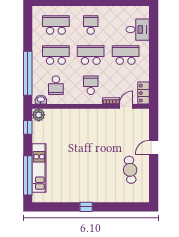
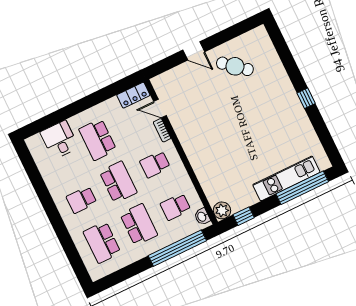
school desk: (56, 55) -> (139, 225), turned 180
school desk: (91, 55) -> (118, 182), turned 180
school desk: (56, 85) -> (175, 207), turned 180
cafe table: (130, 170) -> (235, 66), turned 47

